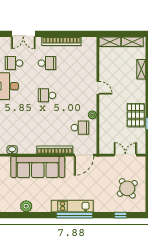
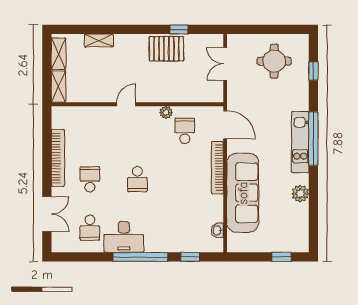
round table: (127, 188) -> (274, 61), turned 36
plant: (26, 206) -> (300, 194), moved

